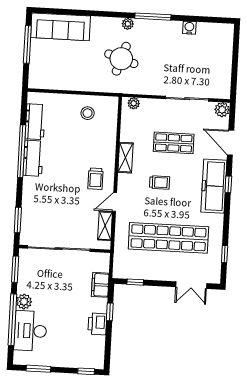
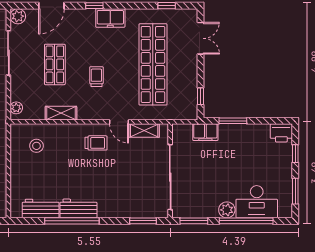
stool: (88, 113) -> (36, 146), moved
shelving: (125, 158) -> (61, 113), moved
freezer: (214, 186) -> (110, 18), width x0.52, depth x0.79
window: (110, 312) -> (233, 121), width x1.50
printer: (97, 324) -> (281, 133), moved
window: (86, 371) -> (295, 154), moved

